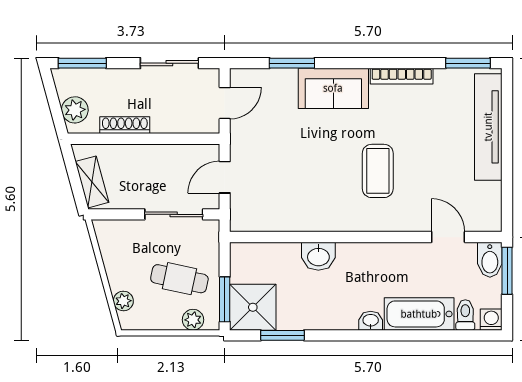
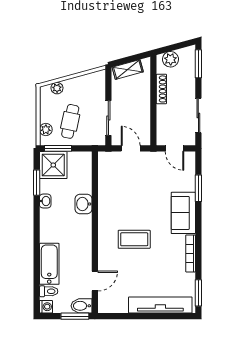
washbasin: (371, 321) -> (45, 201), moved

